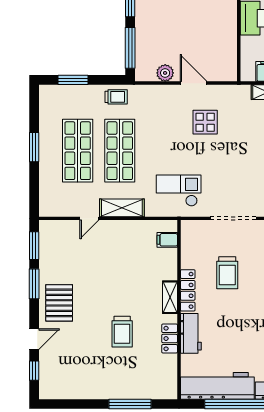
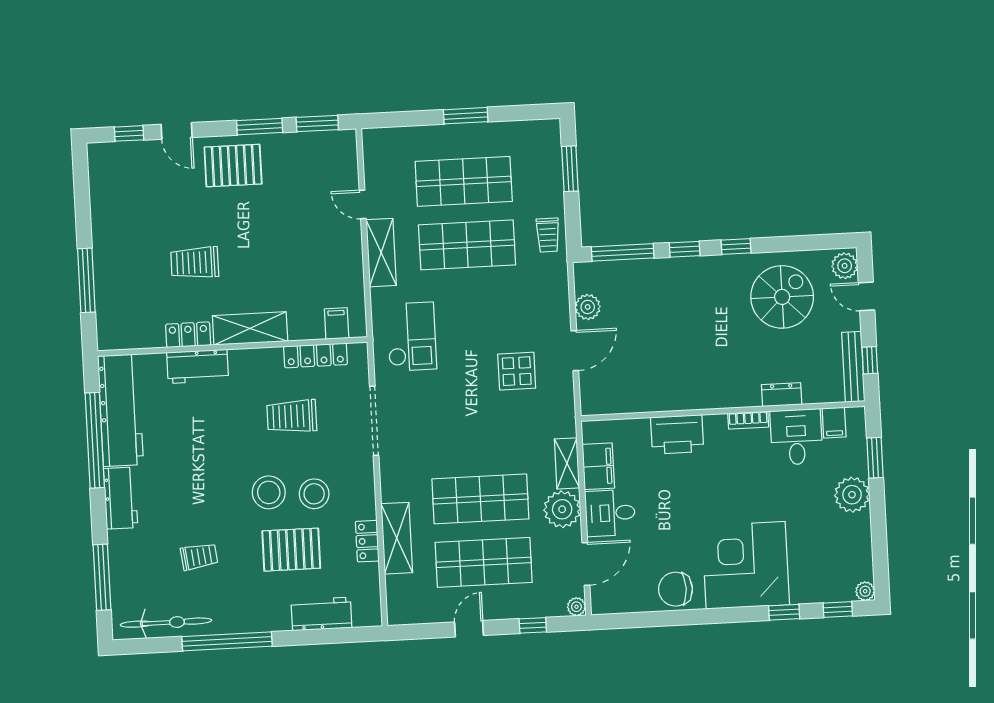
locker: (188, 290) -> (316, 355), moved
shelving: (170, 297) -> (250, 328), width x1.50, depth x1.33

